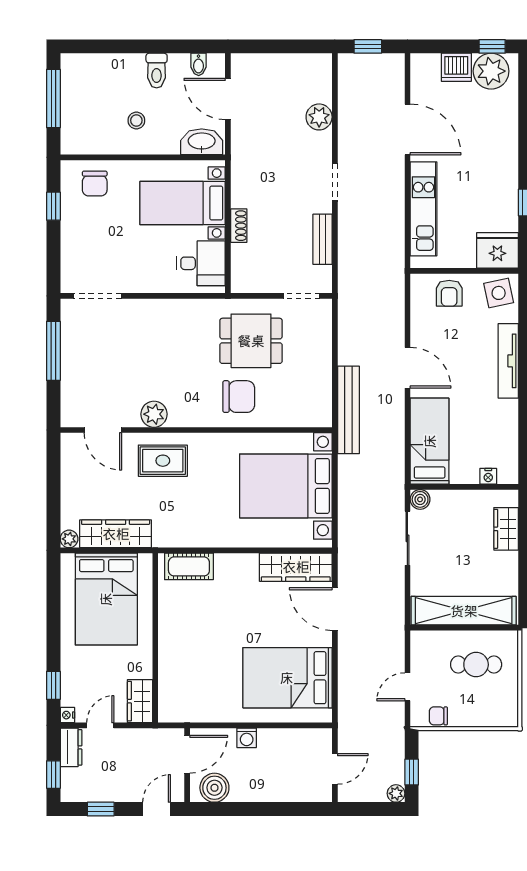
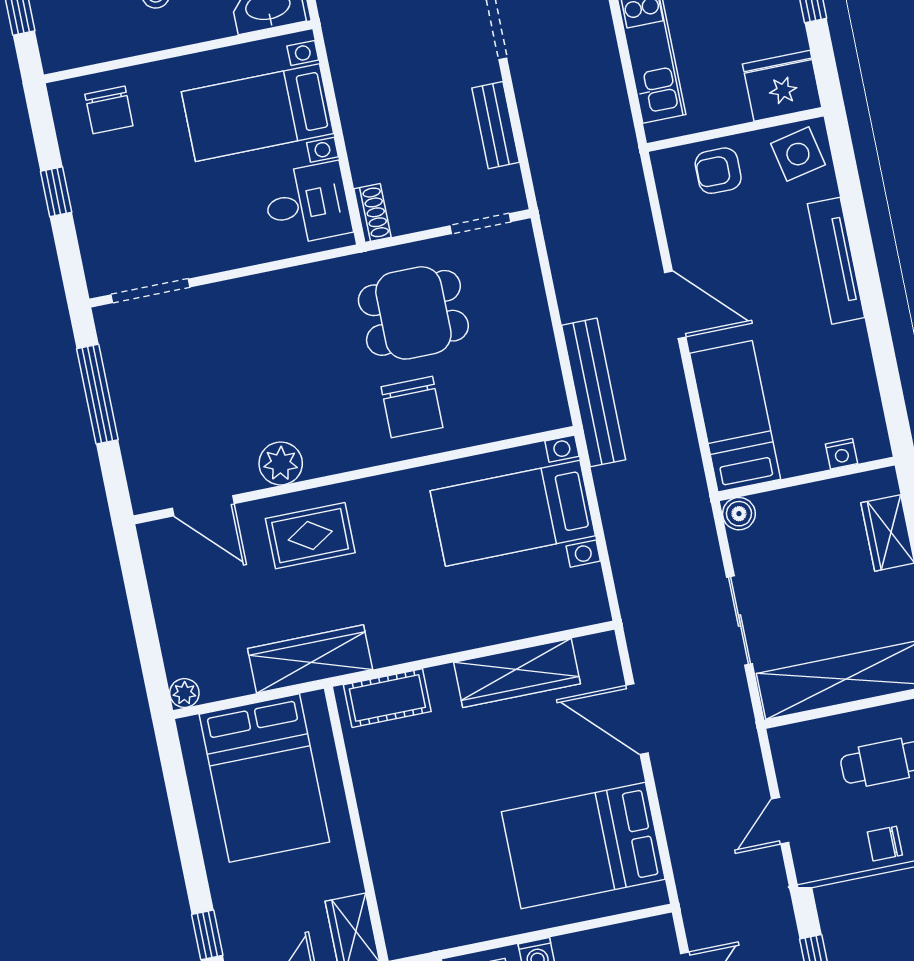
window: (53, 206) -> (56, 192), moved
shoe rack: (239, 226) -> (373, 213), moved
armchair: (449, 293) -> (718, 171), turned 90
chair: (239, 397) -> (412, 407), turned 90
bed with nightstands: (286, 486) -> (513, 513), width x0.73
wardrobe: (116, 534) -> (310, 659), moved
sliding door: (407, 538) -> (739, 621), moved
wardrobe: (296, 567) -> (517, 673), moved
chair: (438, 716) -> (885, 844), moved

